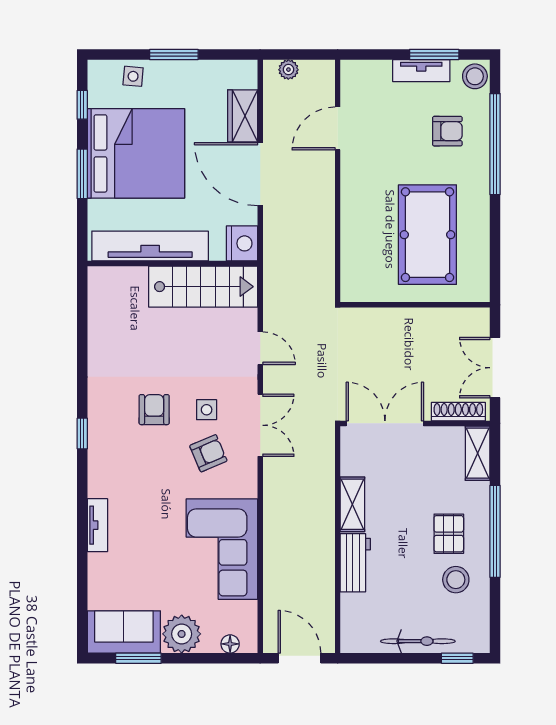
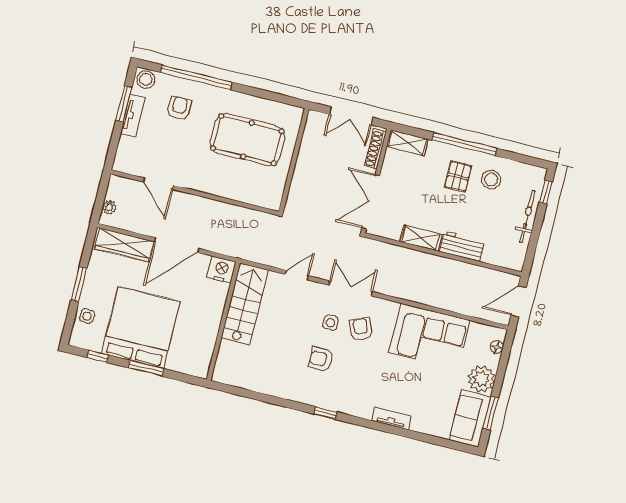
wardrobe: (243, 116) -> (124, 245), width x1.50
tv unit: (150, 246) -> (207, 334), removed
pallet: (449, 534) -> (458, 177), turned 90

